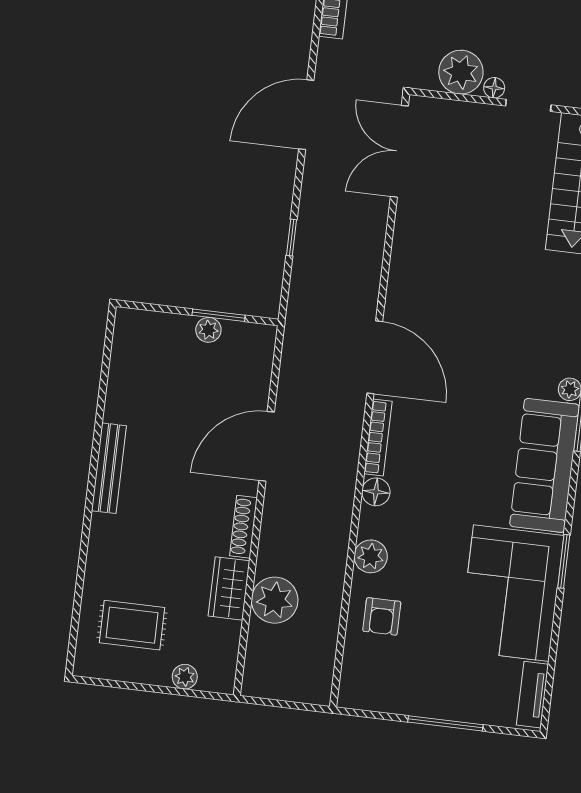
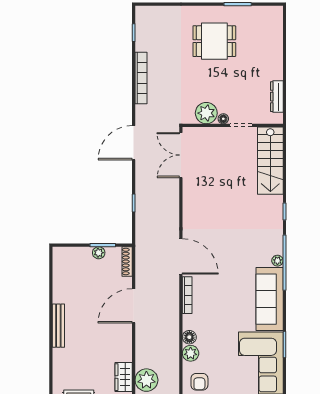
floor lamp: (376, 492) -> (189, 337), moved
shoe rack: (244, 527) -> (127, 262), moved

